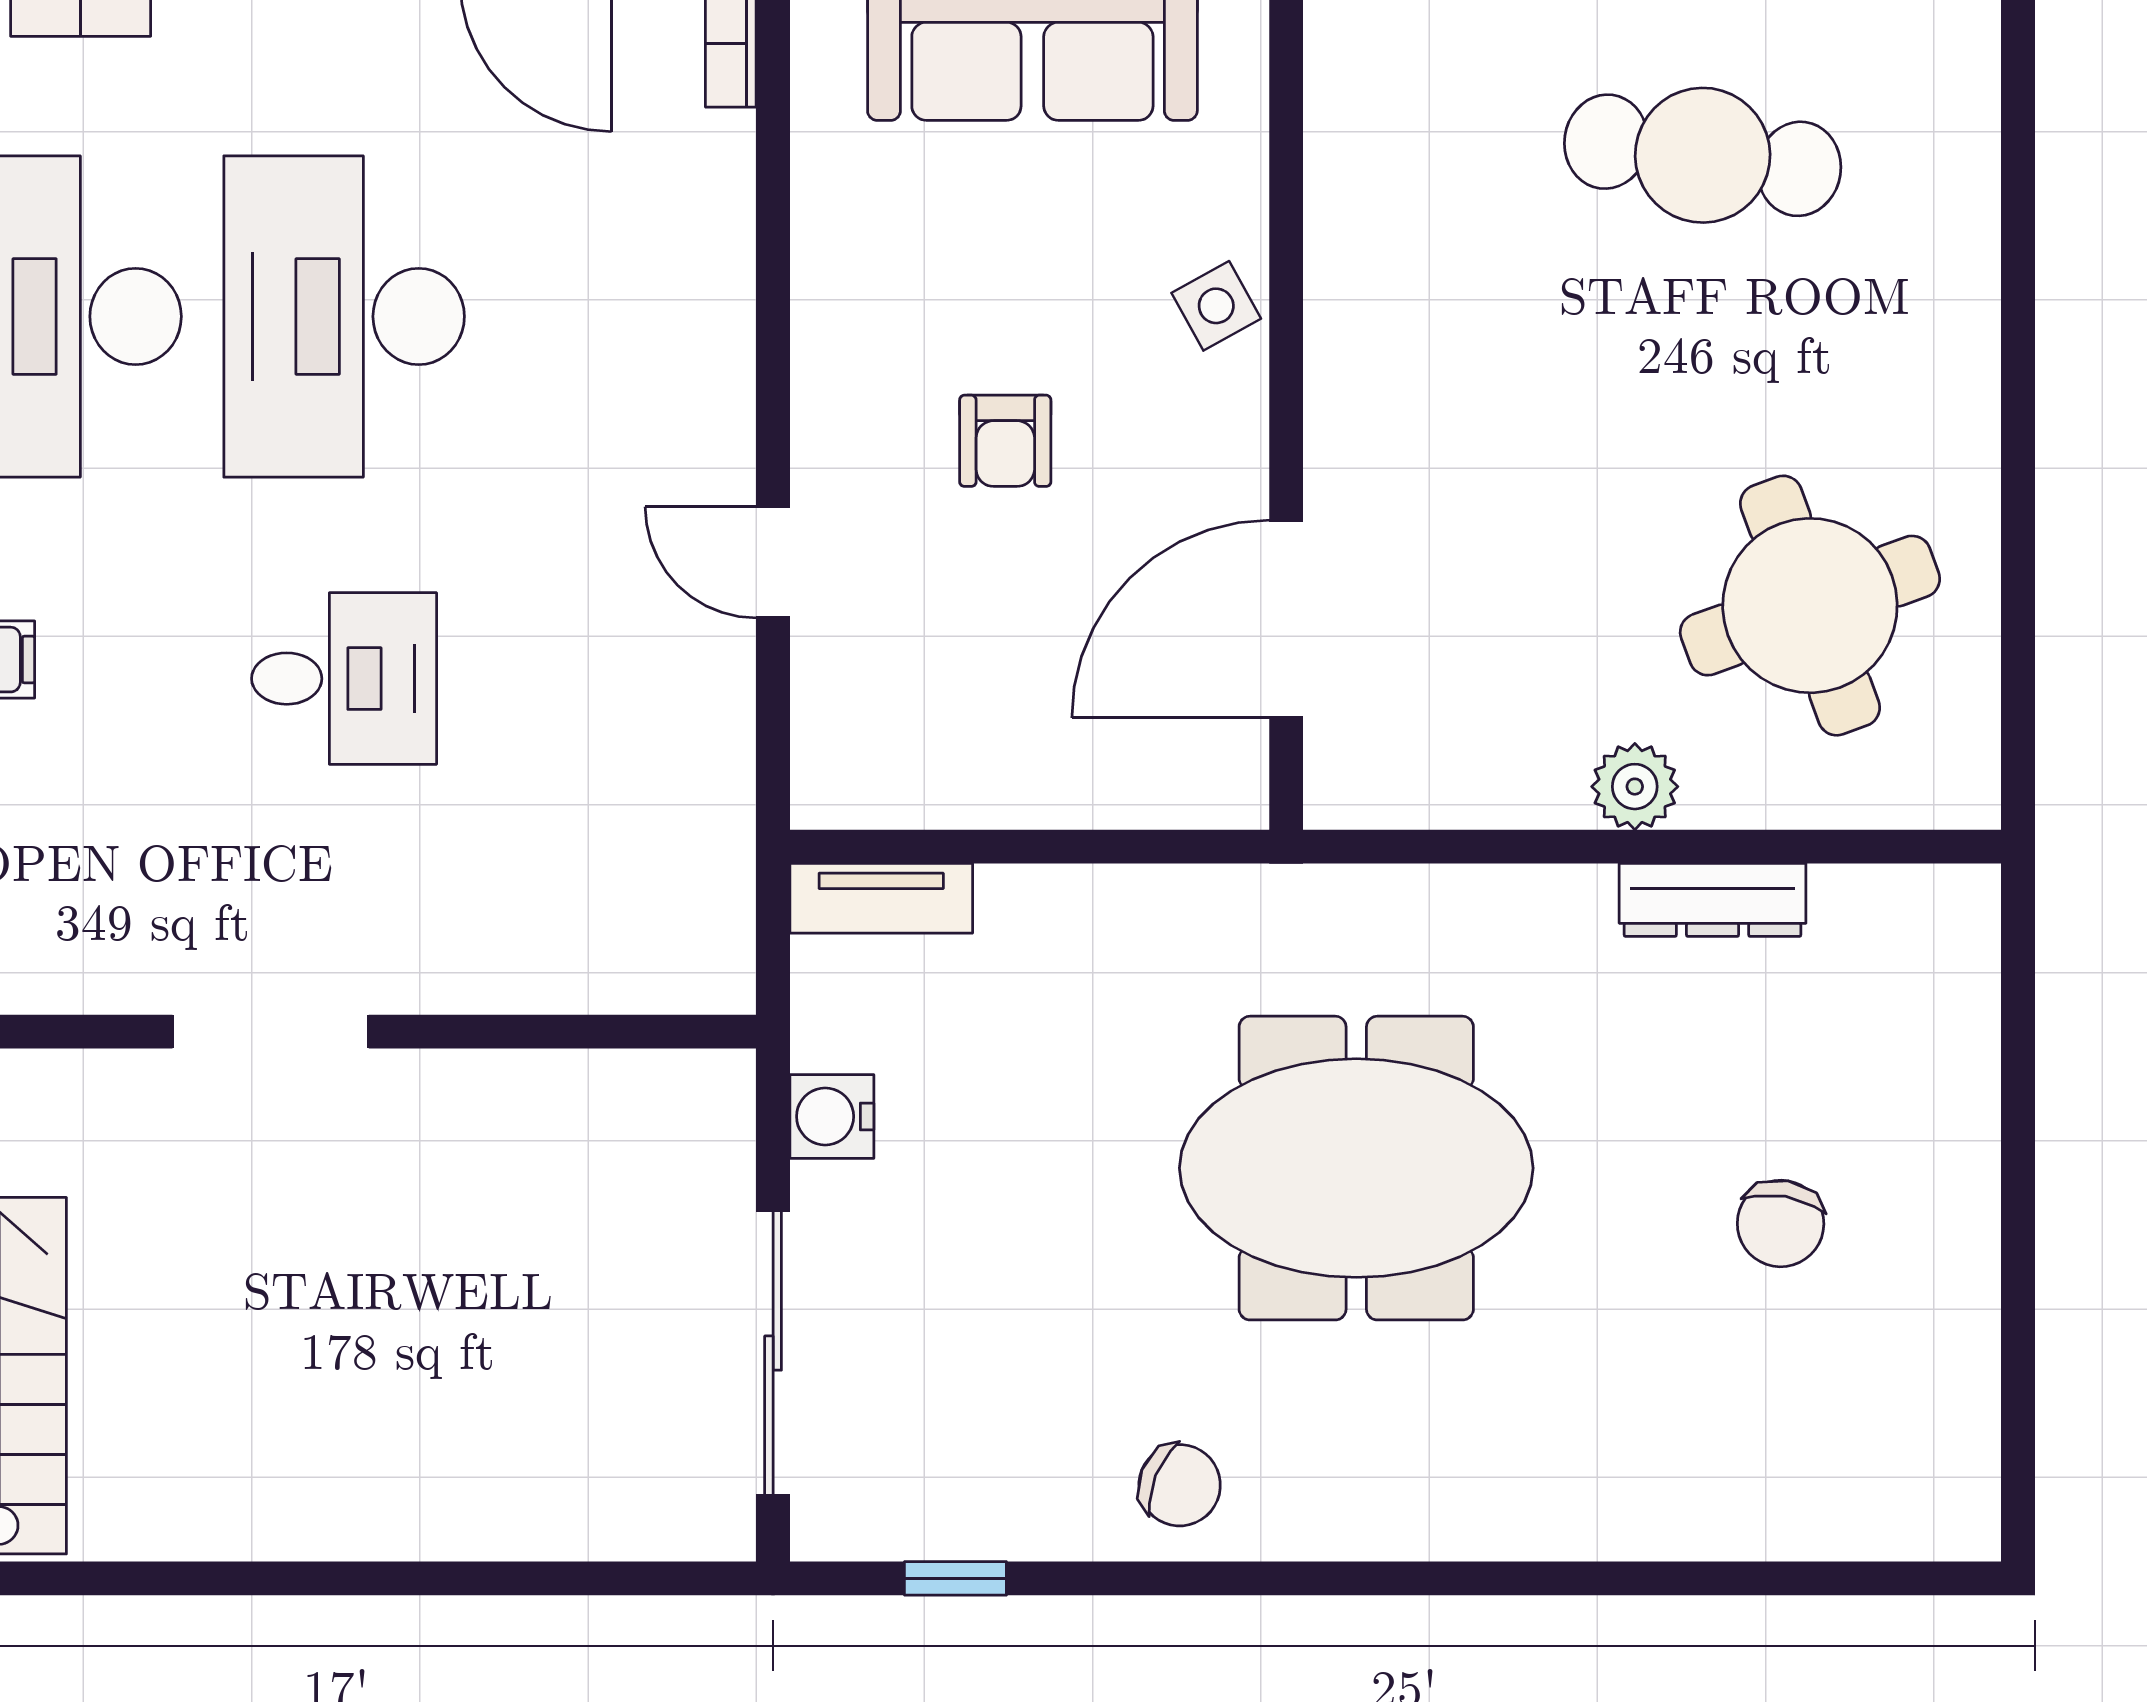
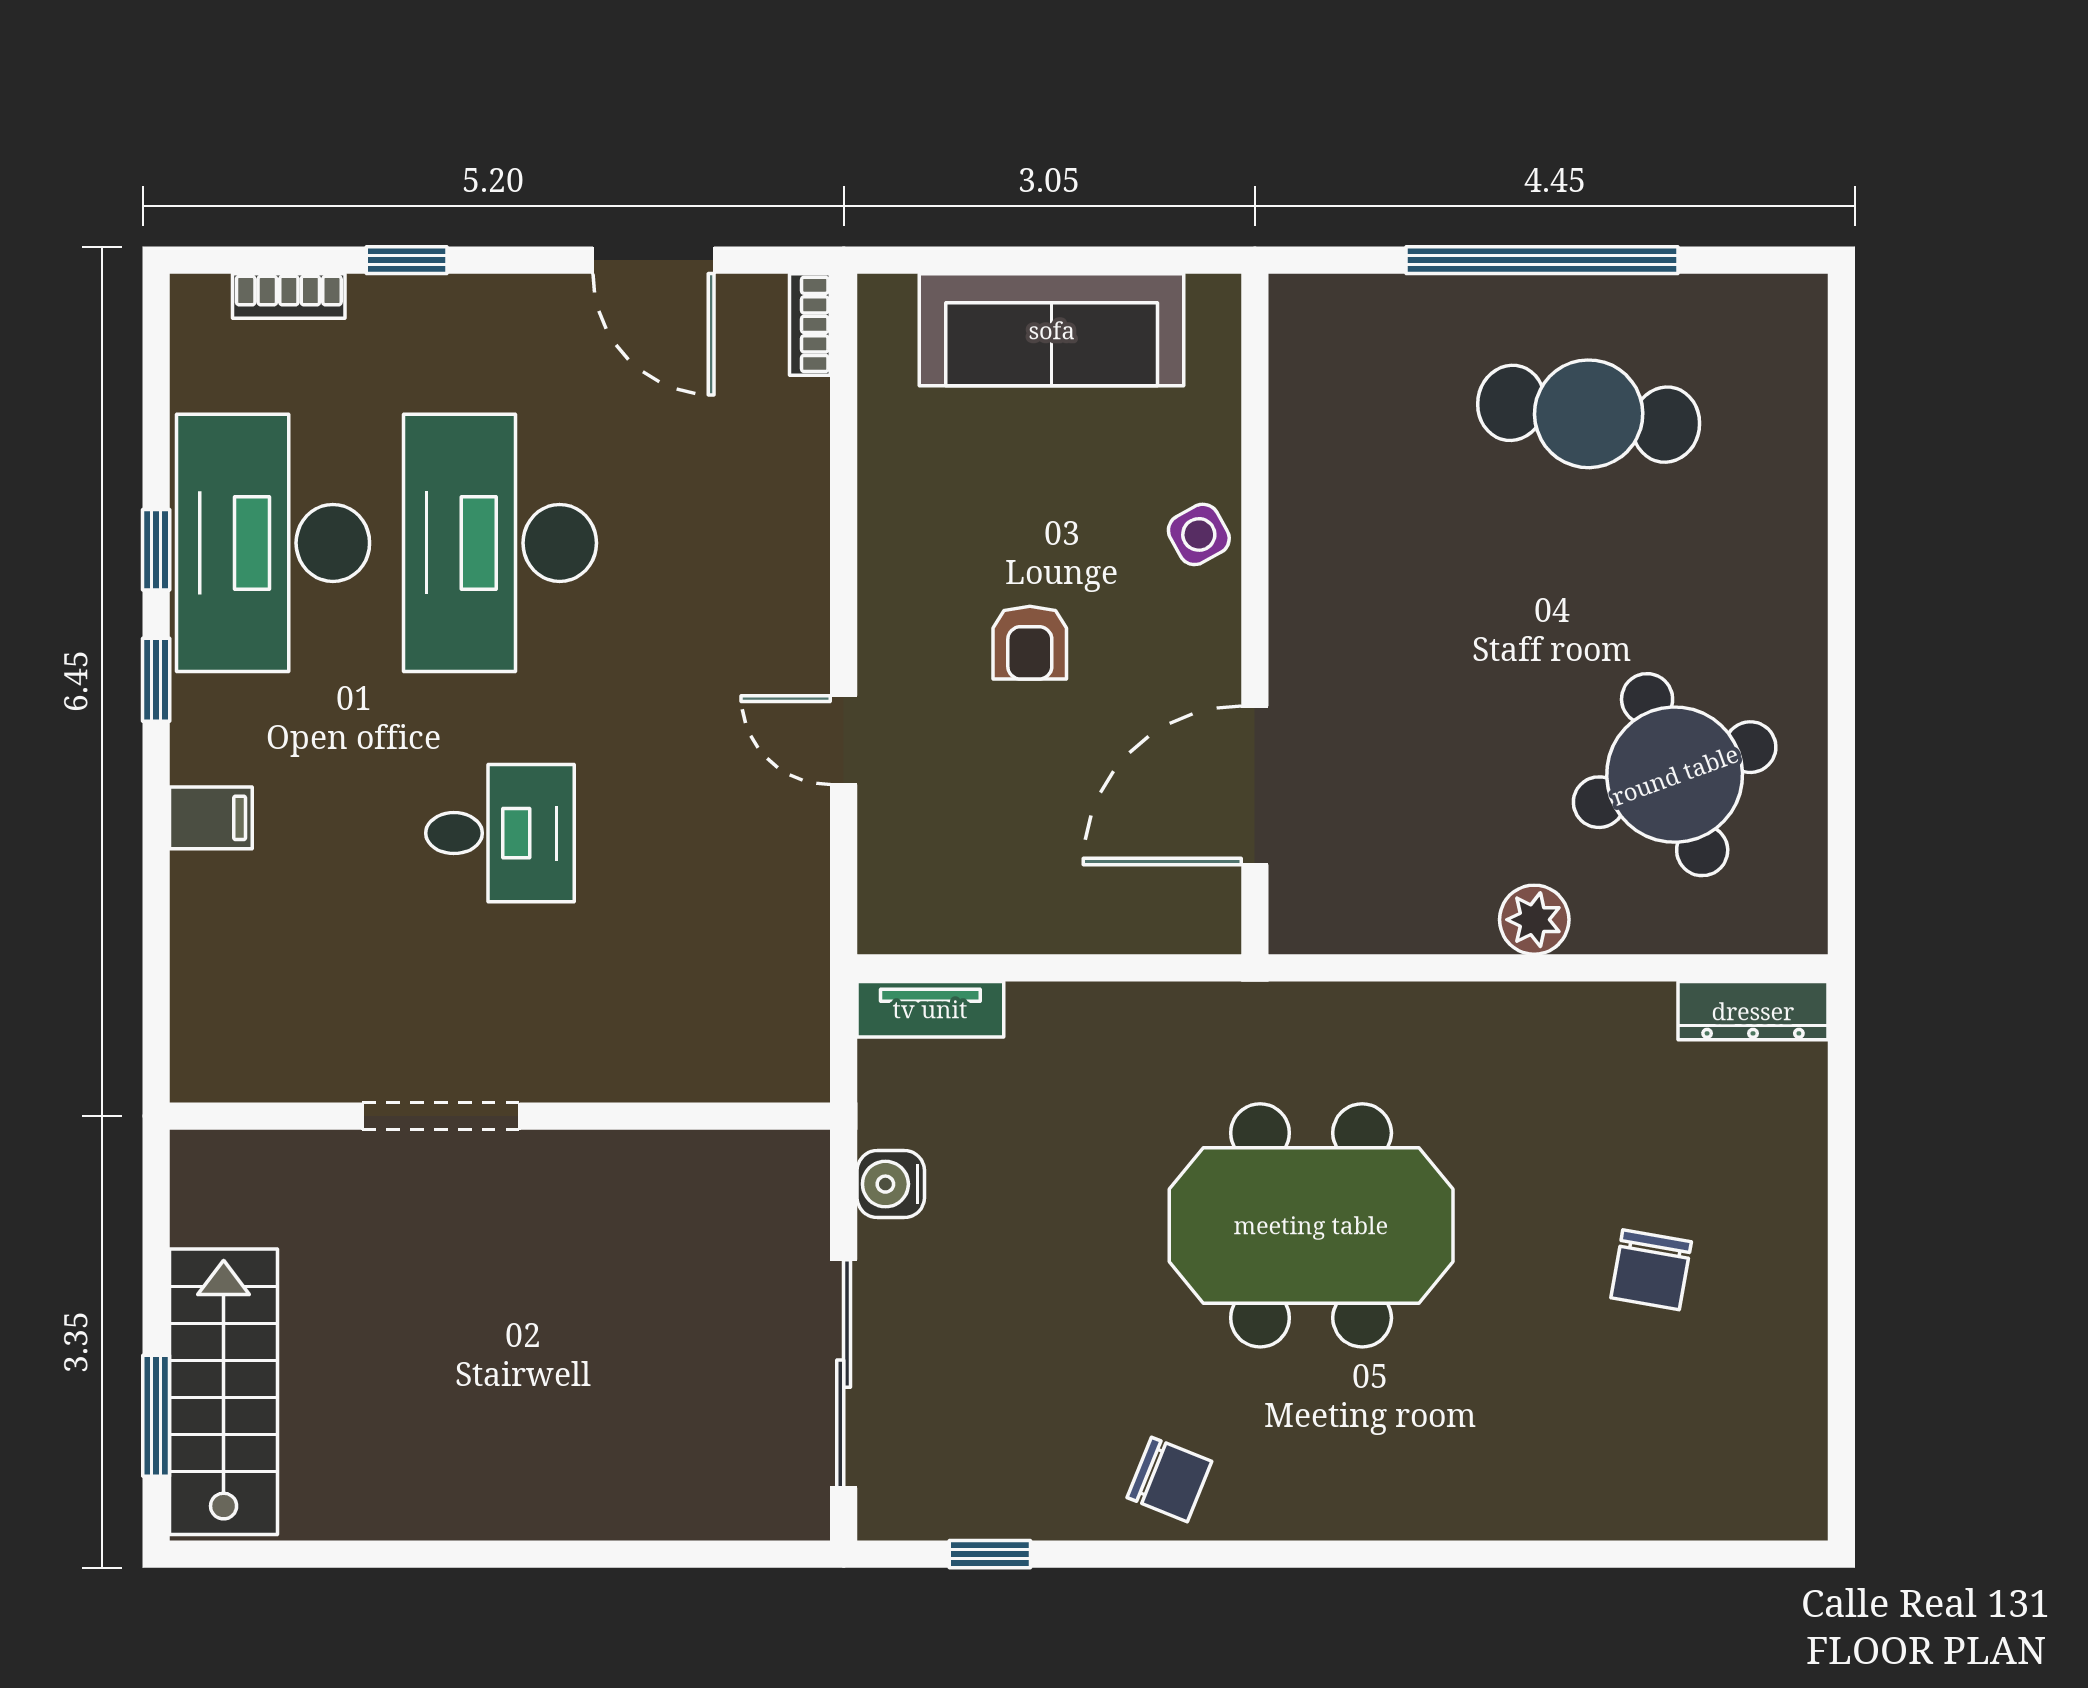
dresser: (1713, 900) -> (1753, 1011), moved

